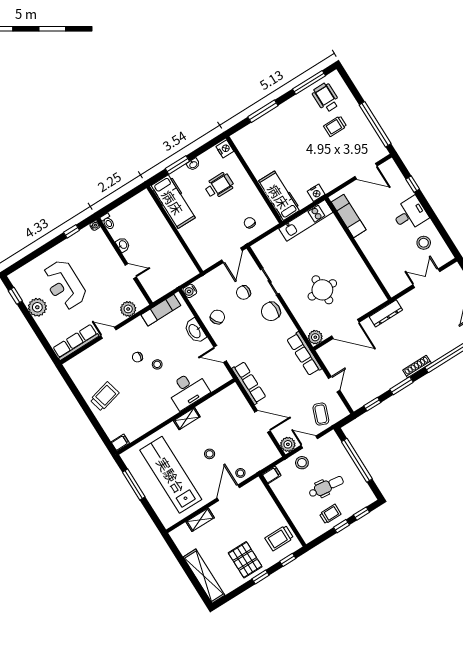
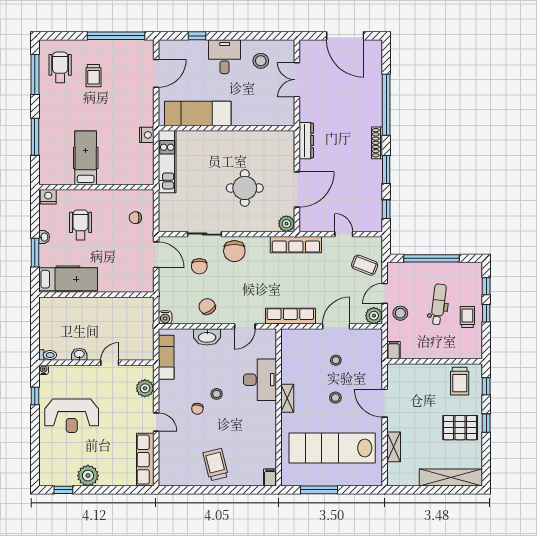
wheelchair: (326, 98) -> (60, 67), turned 90
hospital bed: (279, 196) -> (86, 158), moved, turned 90
exam couch: (349, 216) -> (198, 113), width x1.36, depth x1.45
reception desk: (64, 285) -> (72, 416), moved
door: (108, 333) -> (156, 422), swing flipped
stool: (240, 473) -> (336, 360), moved

